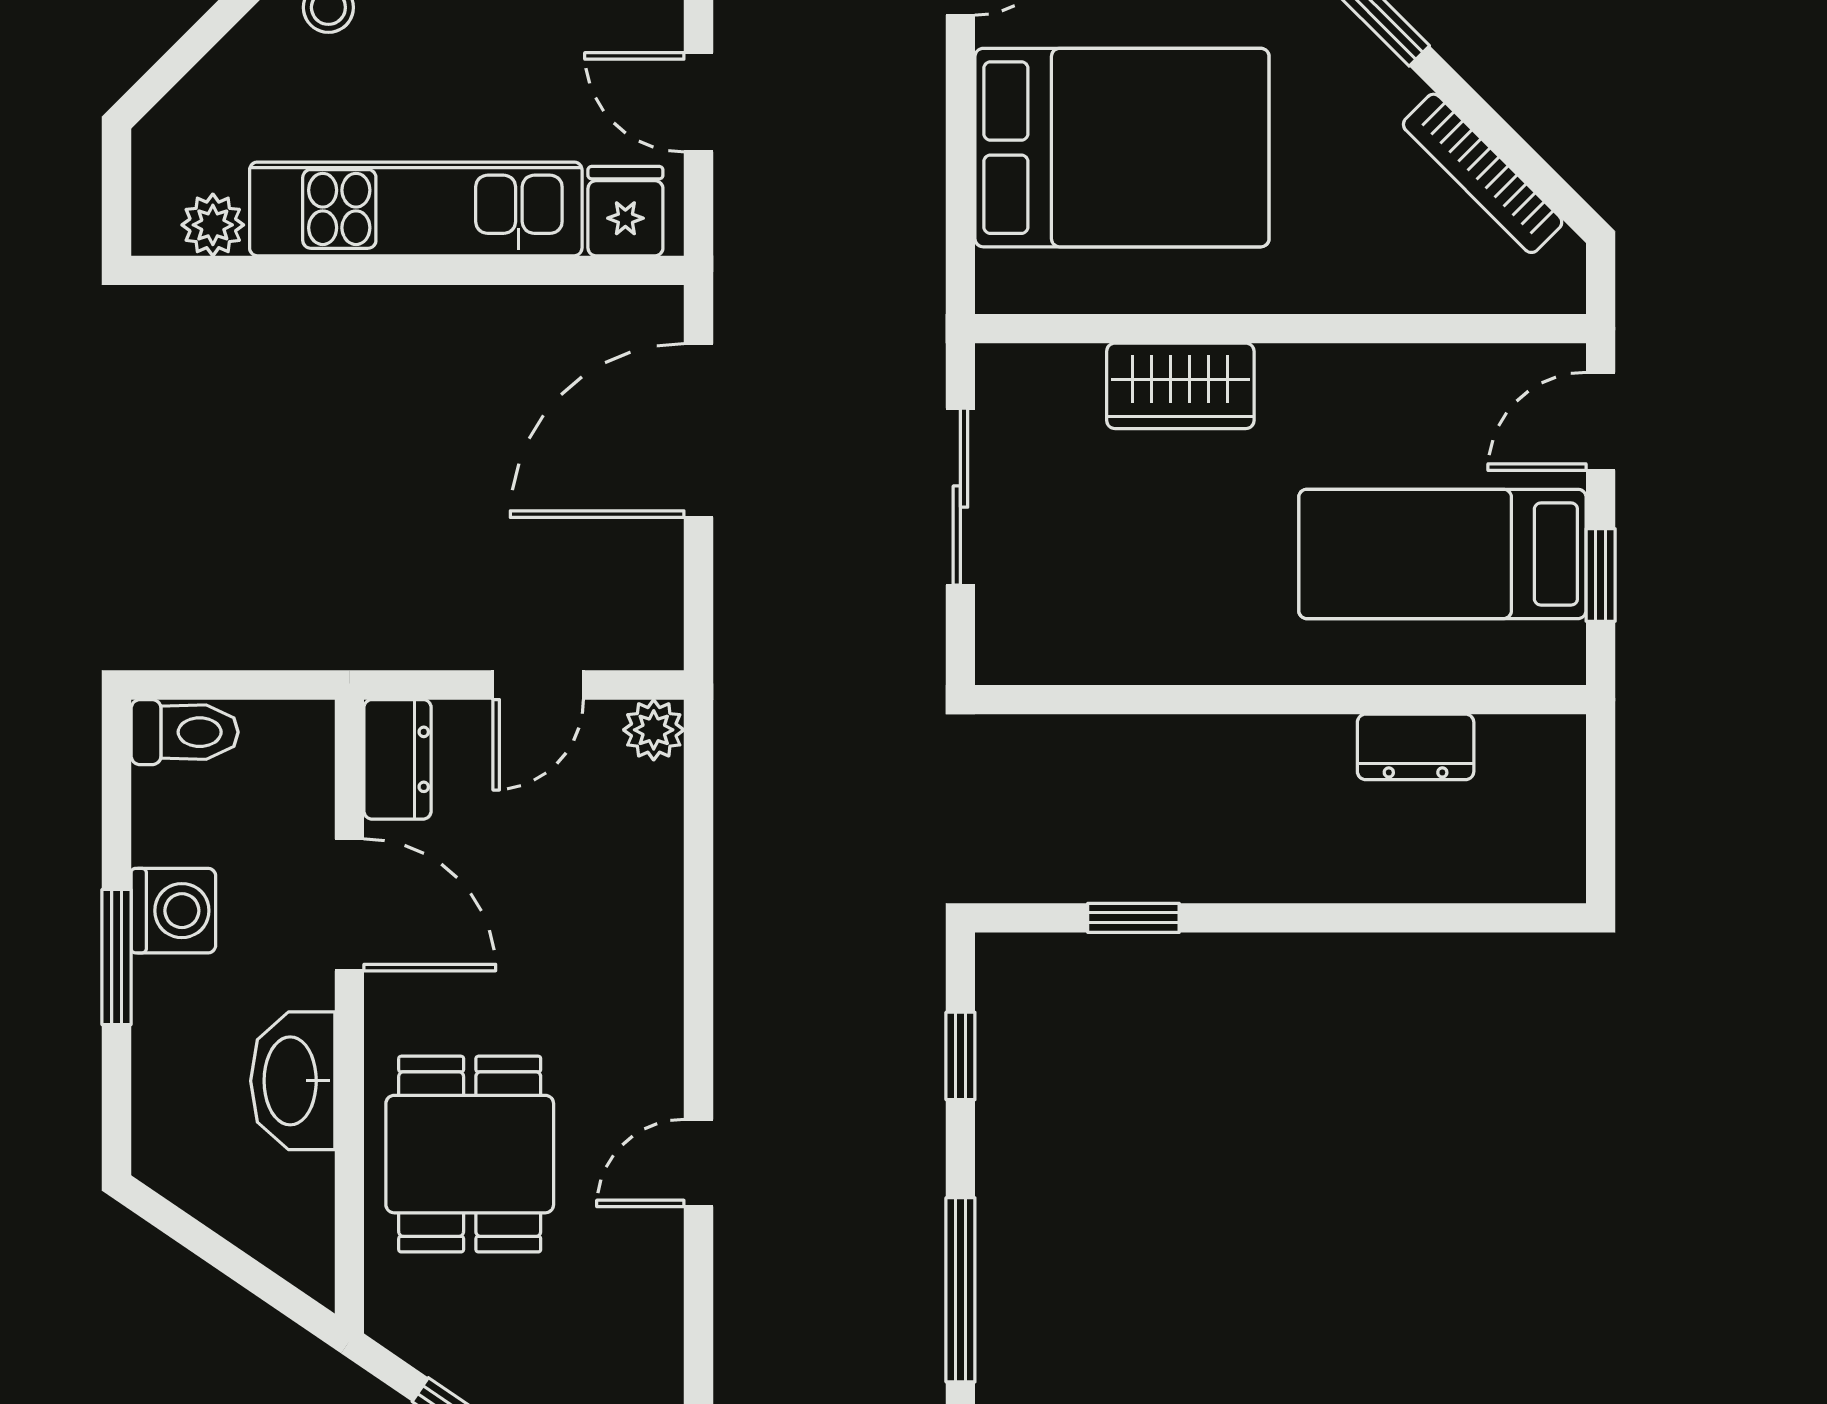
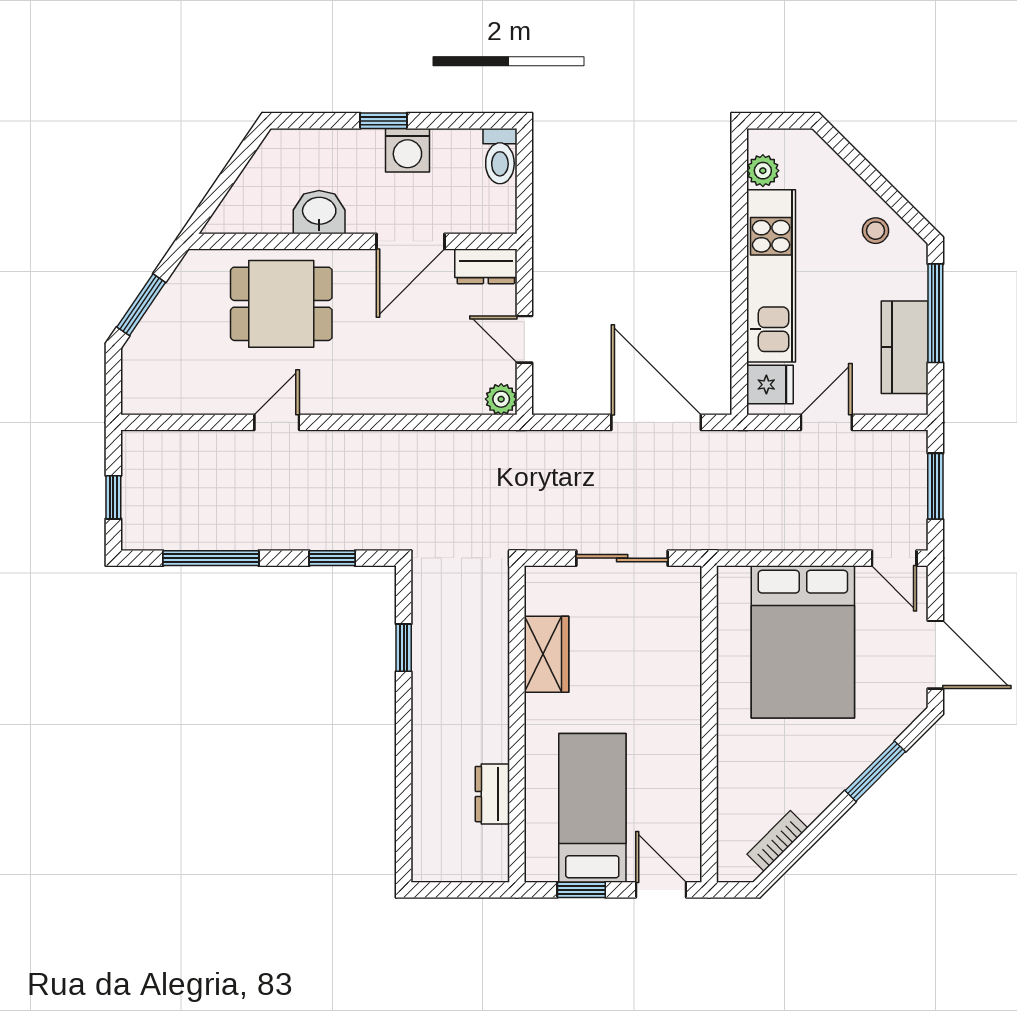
bookcase: (1483, 173) -> (777, 841), width x0.64
wardrobe: (1180, 386) -> (546, 654), moved, turned 180
window: (117, 957) -> (383, 121), width x0.67
washbasin: (293, 1081) -> (319, 212), width x0.72
door: (699, 1163) -> (277, 422), hinge flipped

